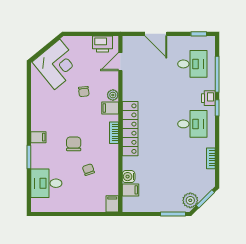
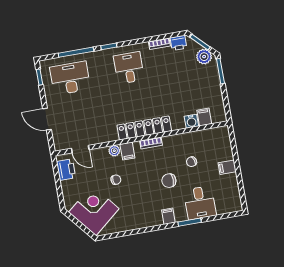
door: (156, 34) -> (47, 119), swing flipped
desk: (192, 64) -> (70, 78), width x1.37
printer: (208, 98) -> (178, 43), moved
desk: (46, 183) -> (200, 203), moved
filing cabinet: (112, 204) -> (227, 167), moved

